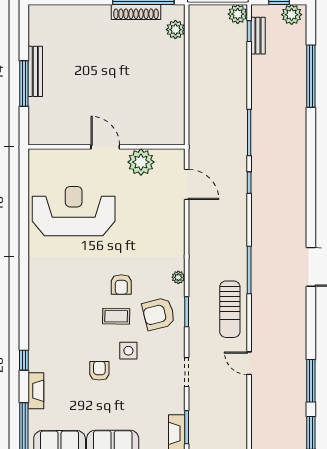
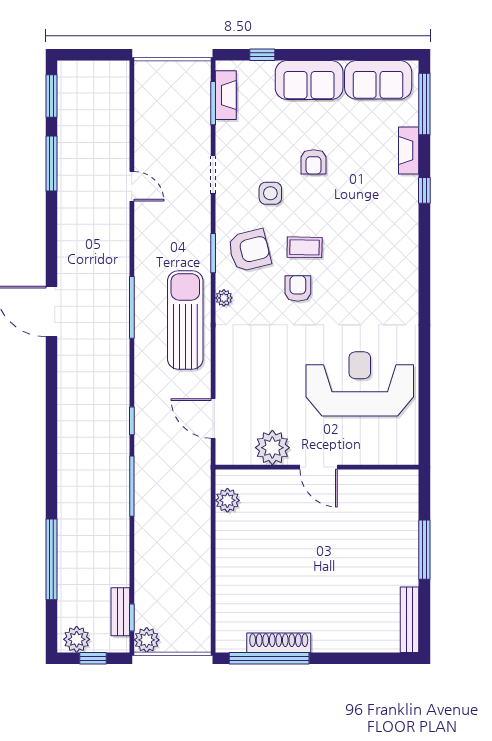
plant: (175, 30) -> (227, 500), moved
bench: (35, 71) -> (410, 620), moved
reception desk: (74, 211) -> (360, 384), turned 180
sun lounger: (230, 309) -> (185, 320), moved, width x1.36, depth x1.34
side table: (128, 351) -> (270, 193), moved
armchair: (99, 371) -> (314, 162), moved

